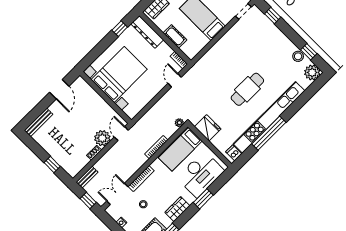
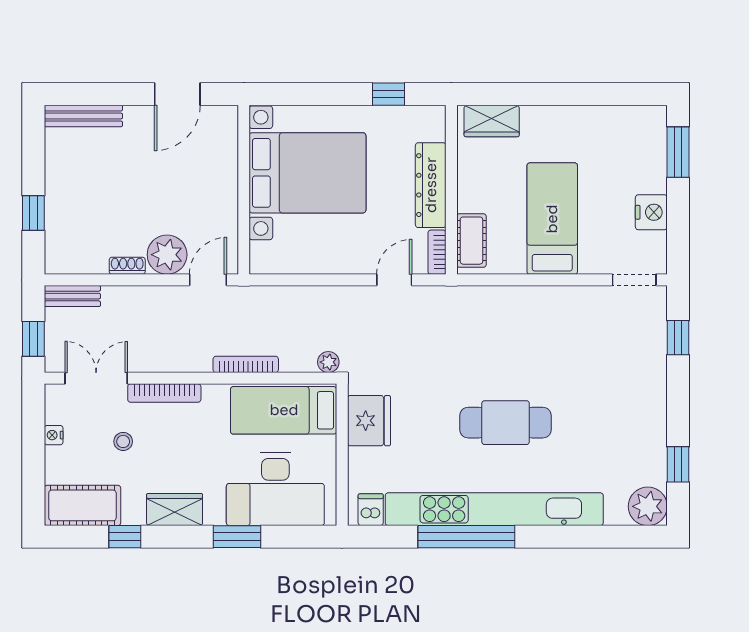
dresser: (147, 32) -> (431, 185), moved
cot: (175, 36) -> (471, 241), moved
stool: (298, 56) -> (651, 453), removed

